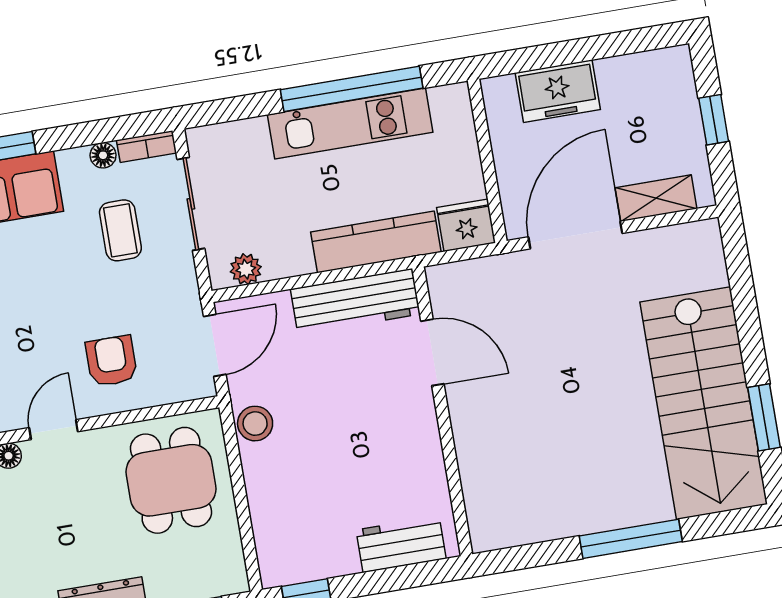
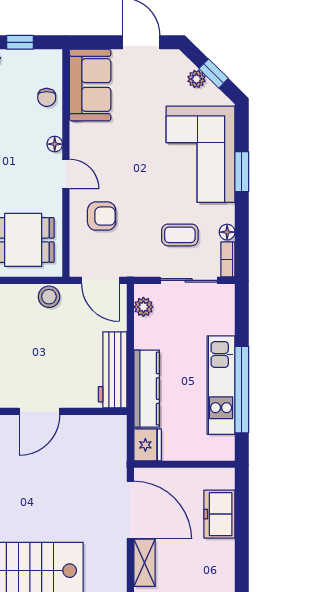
door: (432, 352) -> (40, 411), moved

